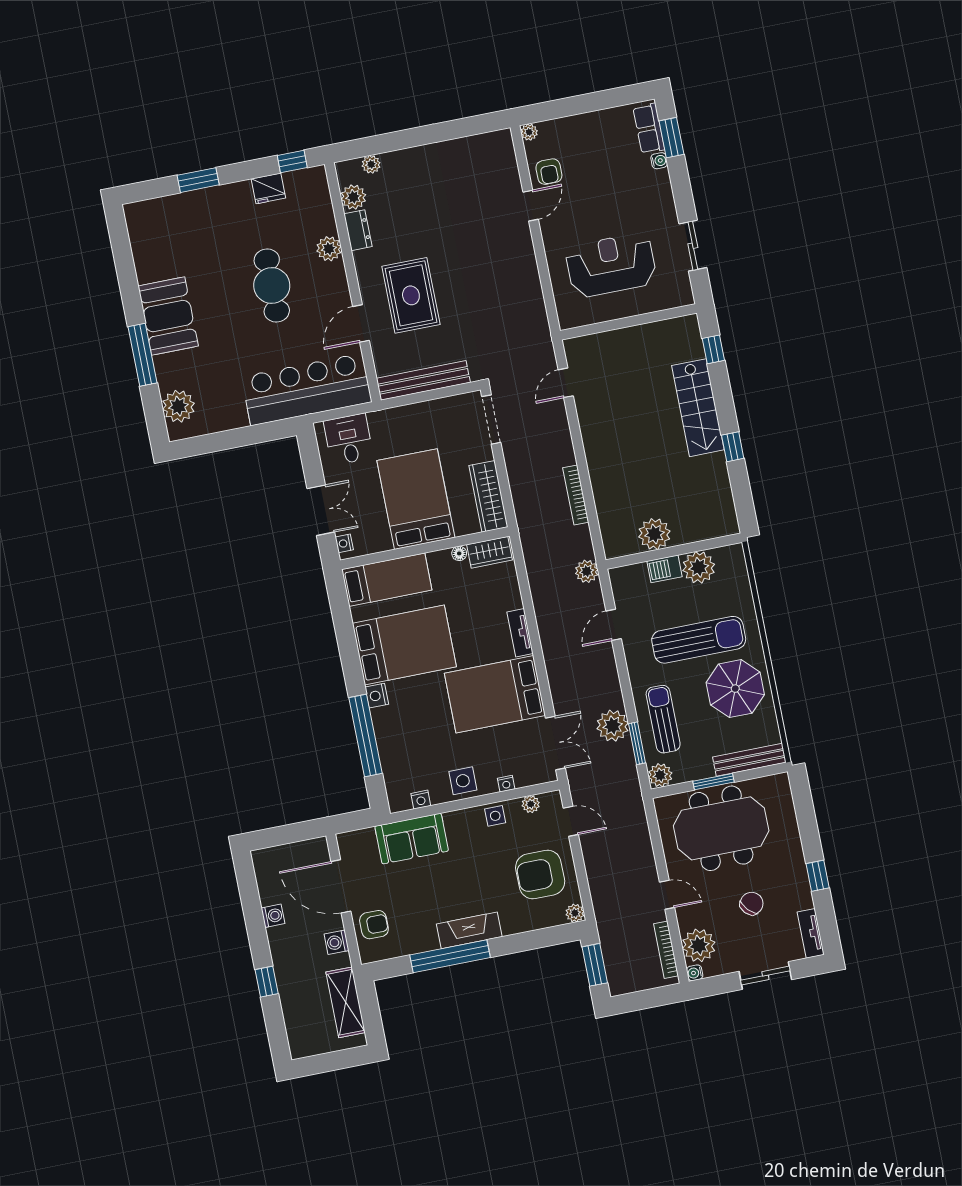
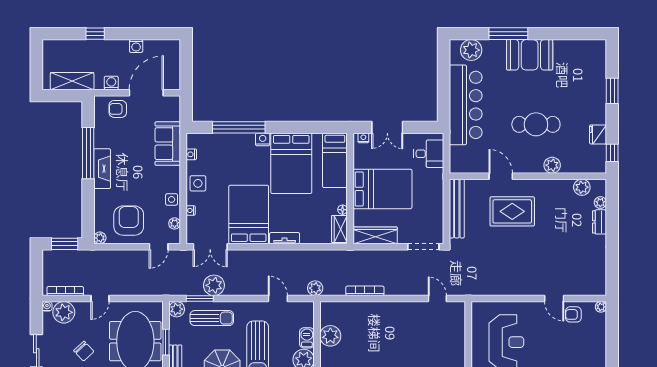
dresser: (358, 230) -> (599, 222), moved, turned 90
bar counter: (307, 389) -> (466, 105), moved
armchair: (374, 925) -> (118, 109), turned 90

